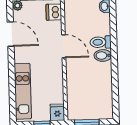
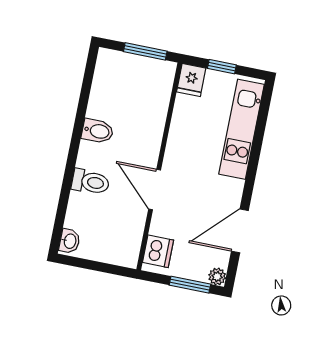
door: (11, 34) -> (240, 231), hinge flipped
bidet: (103, 55) -> (98, 131), moved

